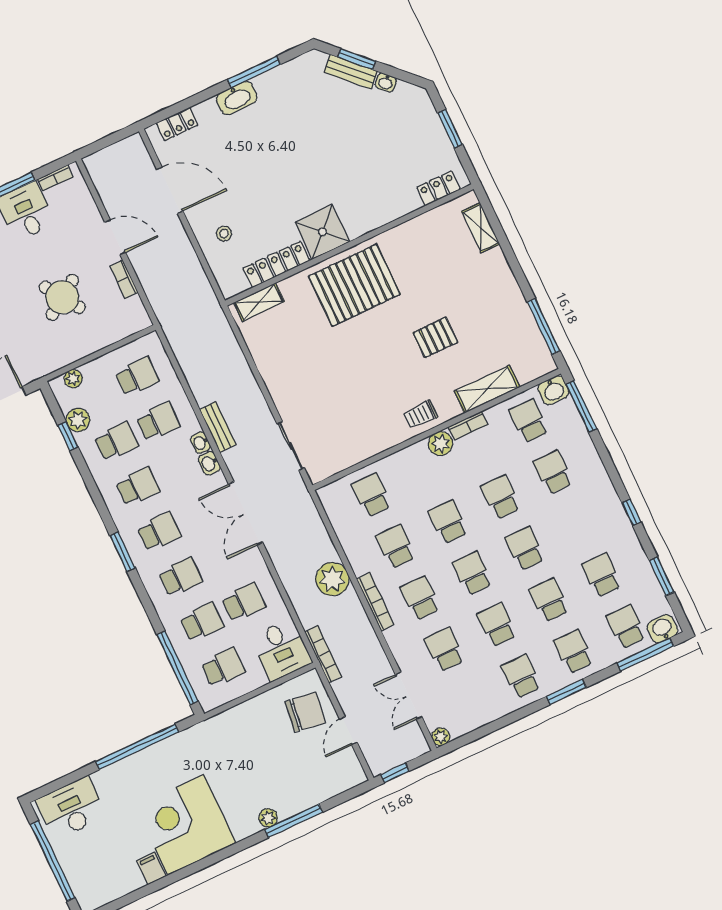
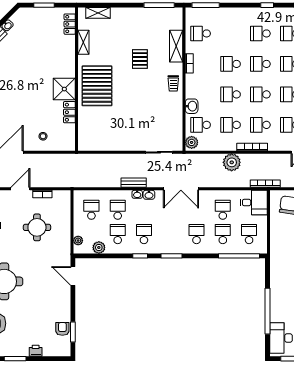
locker: (276, 264) -> (69, 112), width x0.66
round table: (62, 297) -> (37, 227), turned 34
shelving: (259, 302) -> (83, 42), moved
washbasin: (553, 390) -> (192, 106), moved
window: (68, 436) -> (140, 256), moved
plant: (441, 444) -> (192, 142), moved
school desk: (553, 472) -> (260, 33), moved
school desk: (159, 532) -> (170, 234), removed
window: (137, 747) -> (268, 311), moved

